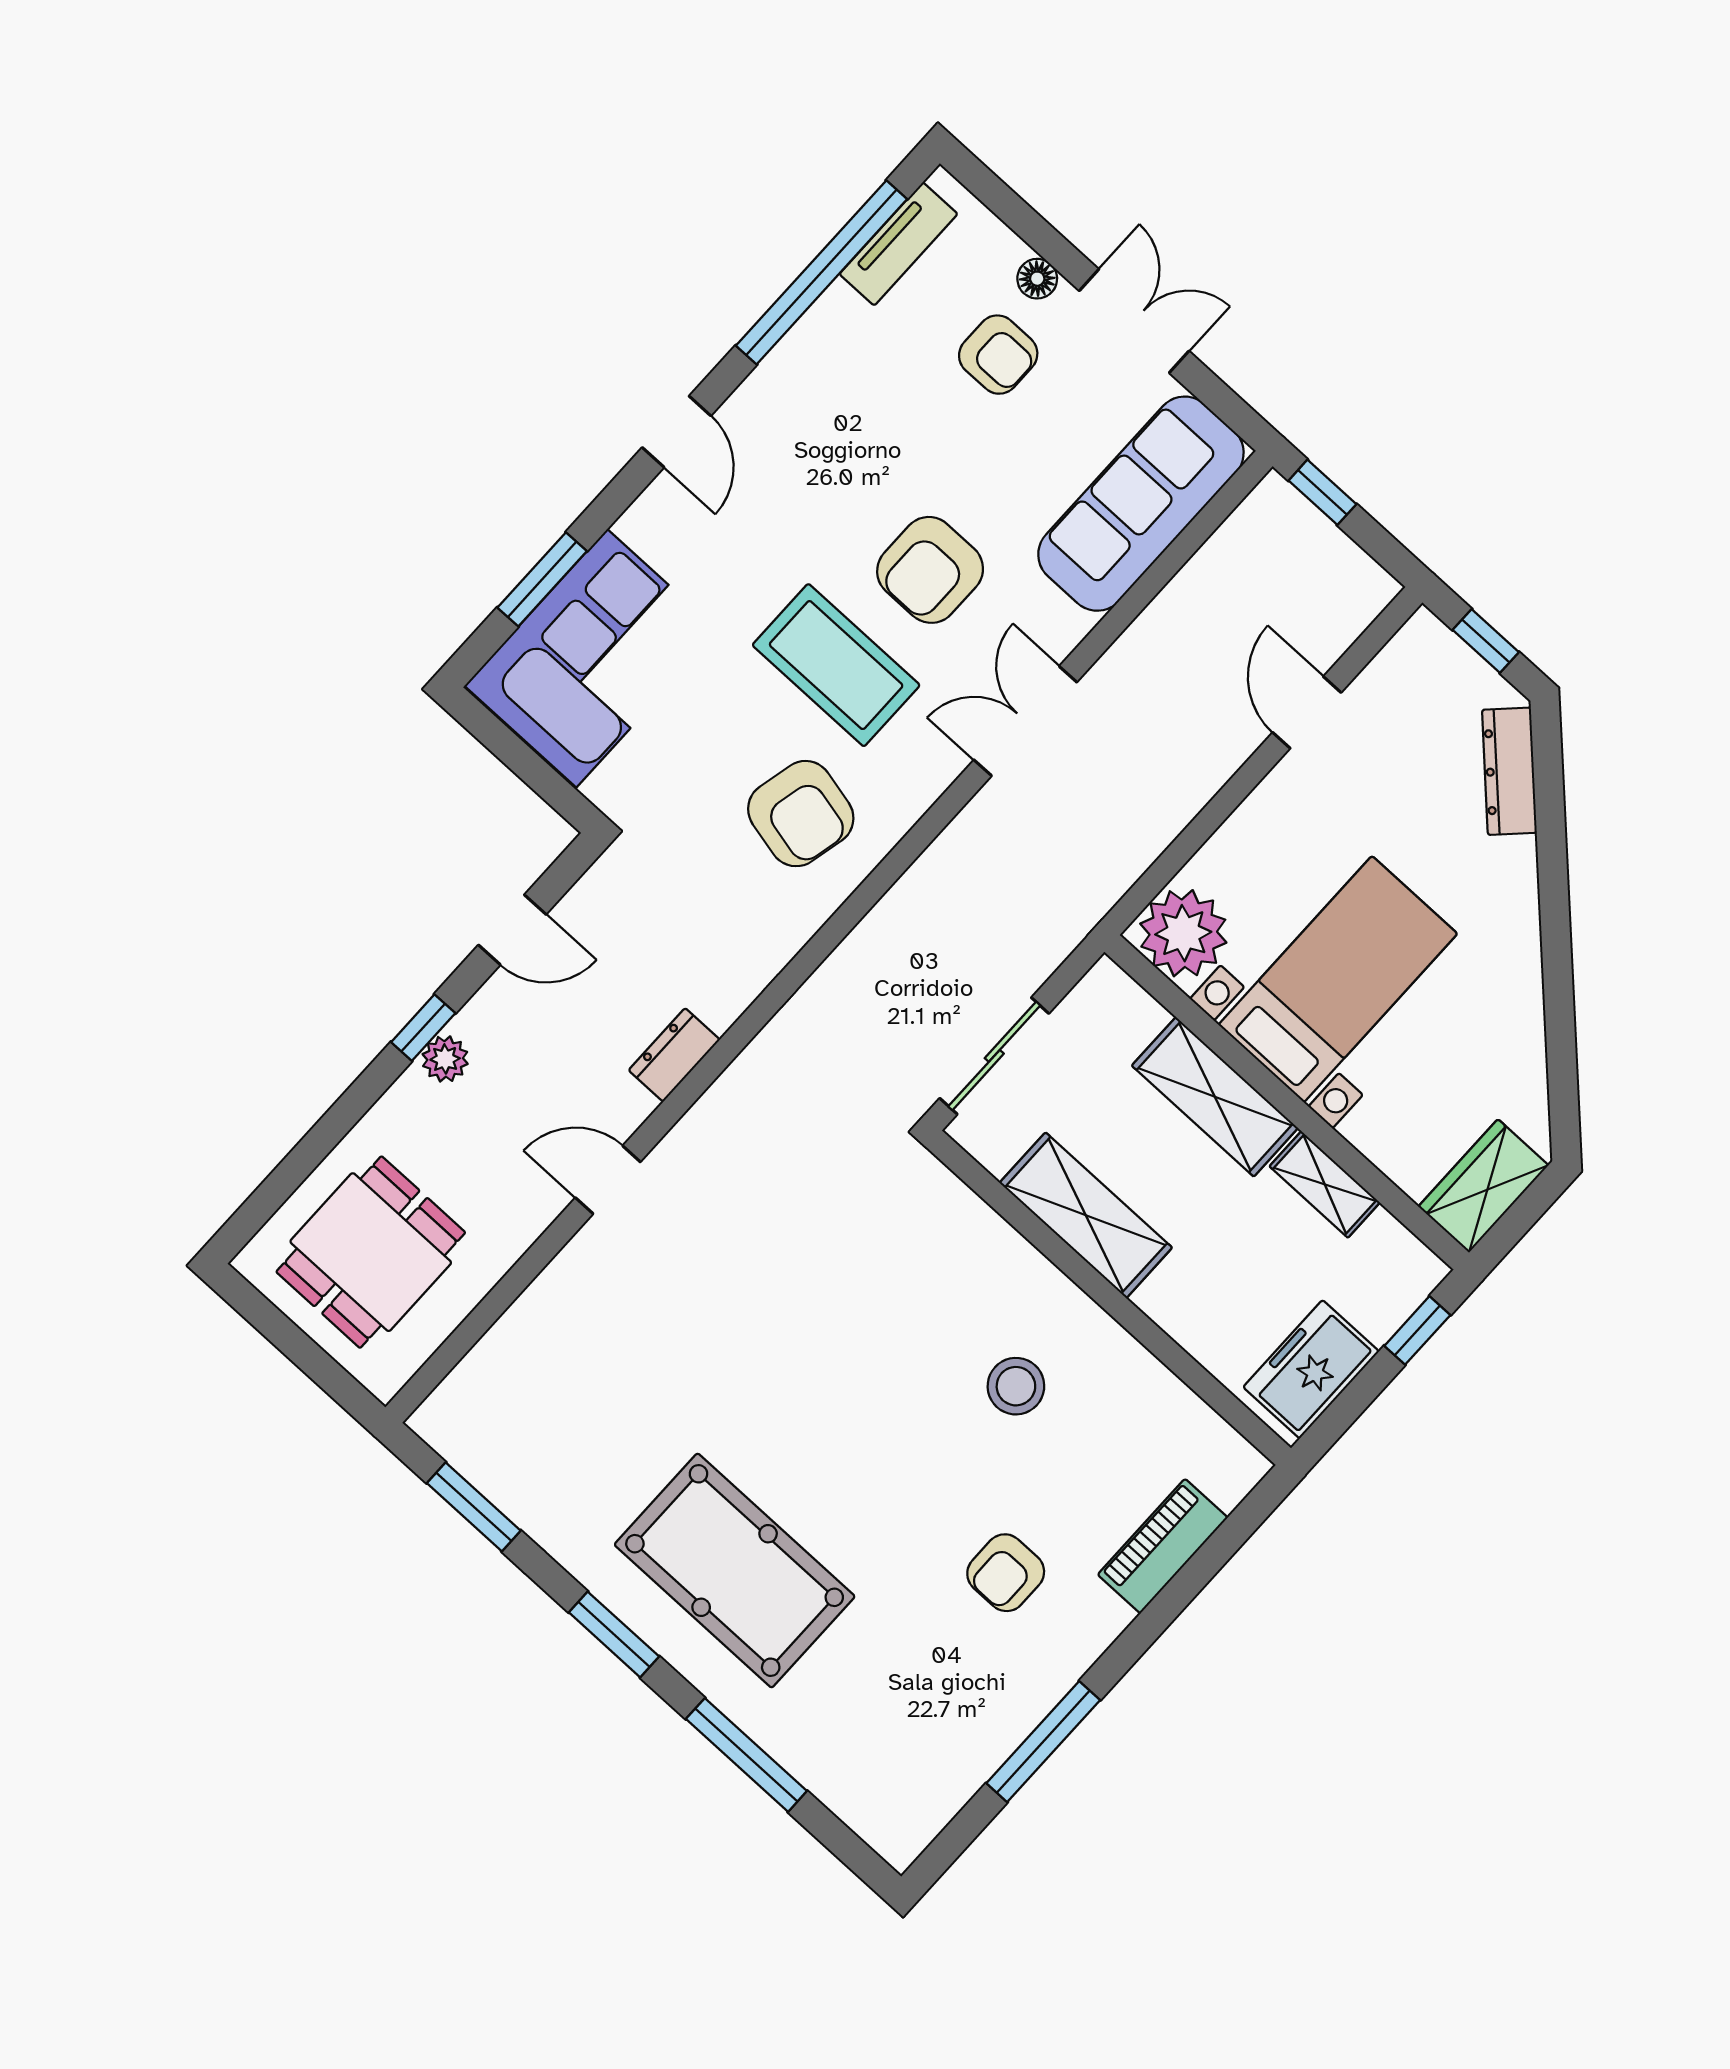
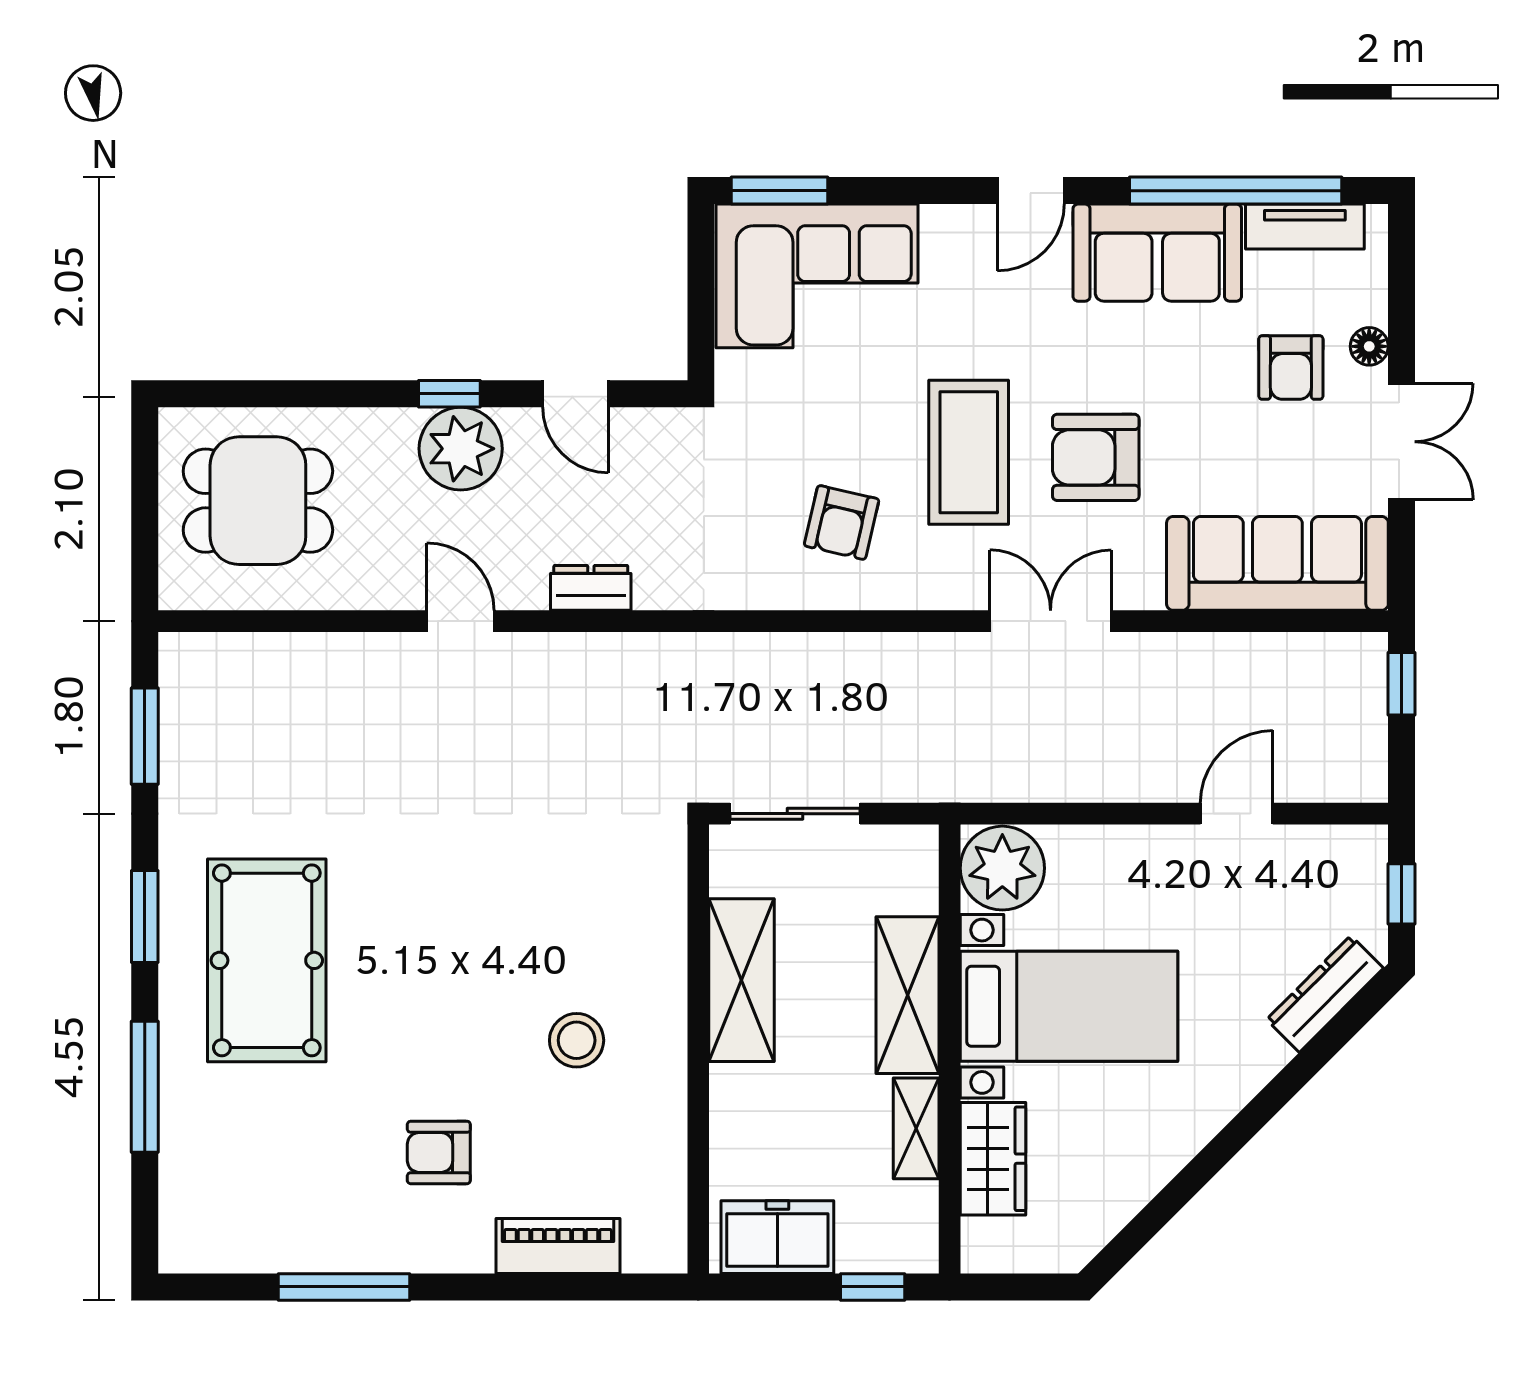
sofa: (814, 377) -> (1157, 253), added
window: (542, 579) -> (779, 191), moved
armchair: (801, 814) -> (842, 522), width x0.72, depth x0.72
plant: (445, 1059) -> (461, 449), width x1.88, depth x1.88
wardrobe: (1483, 1186) -> (993, 1159), moved, turned 90

